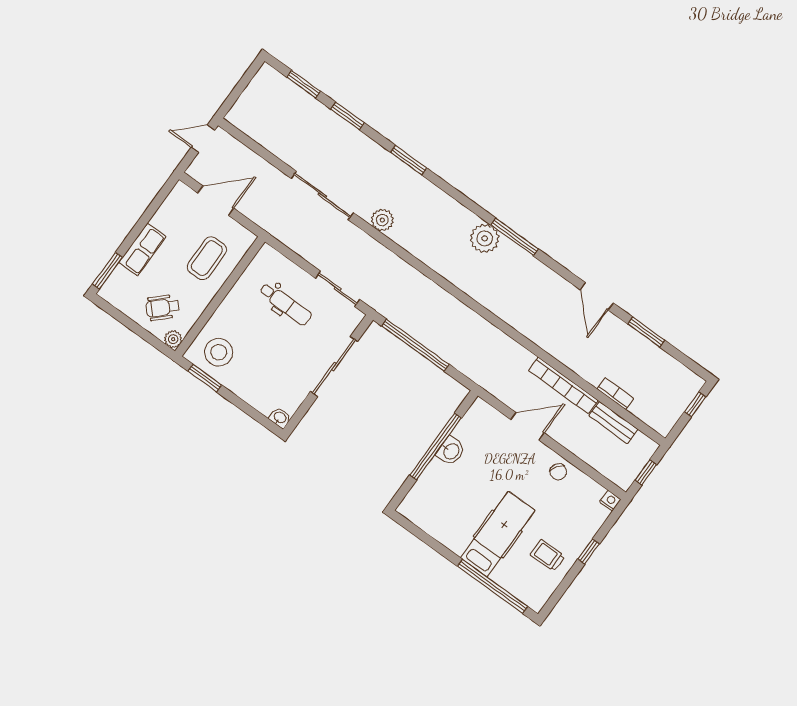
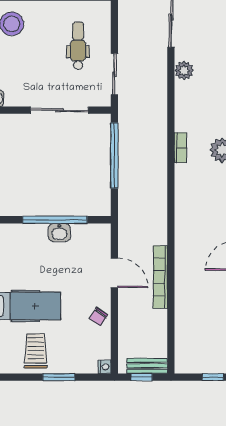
dental chair: (285, 304) -> (78, 46), turned 180
bookcase: (615, 394) -> (181, 148), moved
bench: (613, 423) -> (147, 366), moved, turned 90
window: (589, 551) -> (59, 377), width x1.50
trolley: (547, 555) -> (36, 351), width x1.36, depth x1.39

